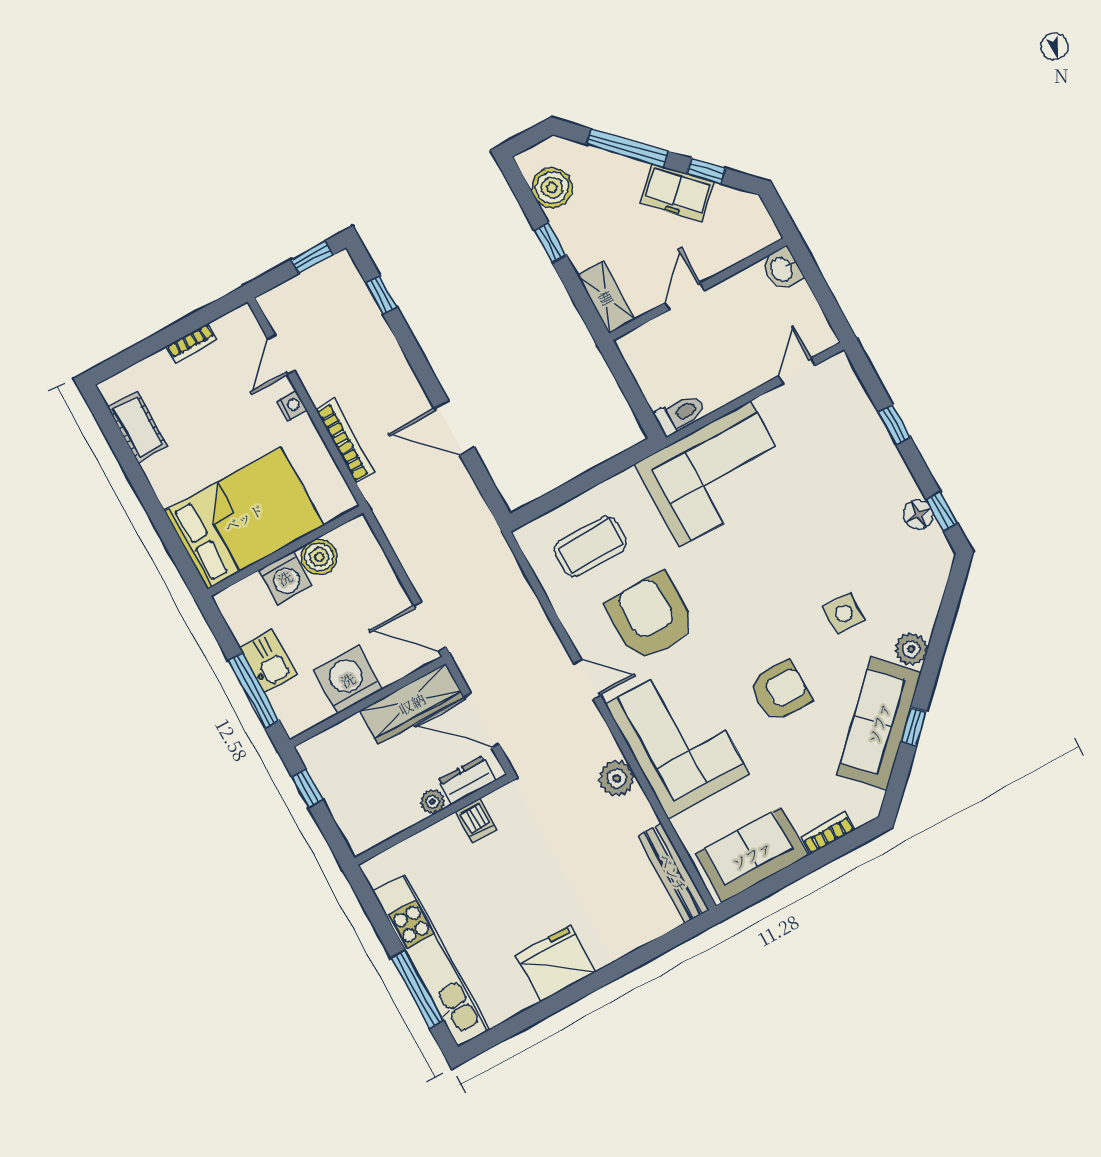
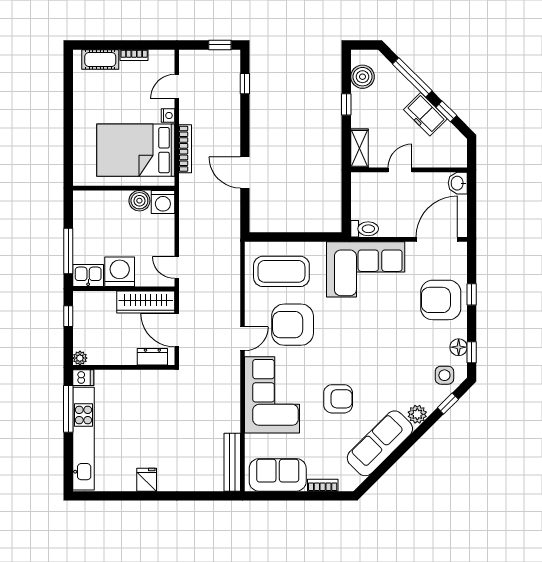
door: (797, 371) -> (437, 239), width x1.88
cot: (138, 427) -> (100, 60), moved, turned 90
armchair: (853, 458) -> (441, 300), added
bed: (244, 518) -> (136, 150), moved, turned 180
coffee table: (590, 546) -> (281, 271), width x1.36, depth x1.32
washing machine: (285, 578) -> (163, 202), moved
side table: (844, 613) -> (444, 375), moved
armchair: (651, 617) -> (293, 325), turned -90
door: (430, 626) -> (177, 267), width x0.73
kitchen sink: (268, 661) -> (88, 275), moved, turned -90
door: (587, 679) -> (243, 339), hinge flipped
window: (914, 727) -> (448, 404), moved
plant: (617, 778) -> (230, 398), removed
plant: (432, 802) -> (80, 358), moved
dishwasher: (476, 820) -> (83, 378), moved, turned -90
fridge: (556, 963) -> (147, 480), width x0.53, depth x0.75
window: (417, 989) -> (68, 409), moved

